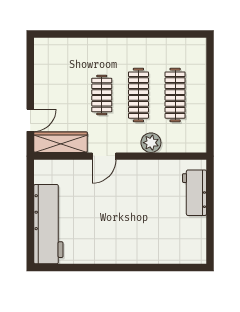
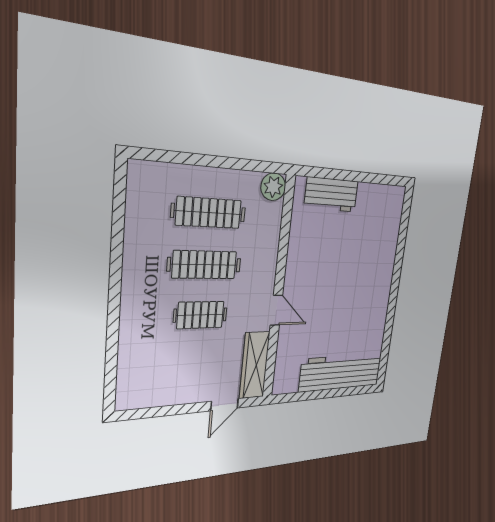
door: (30, 120) -> (225, 405), swing flipped
plant: (151, 143) -> (273, 187), moved

